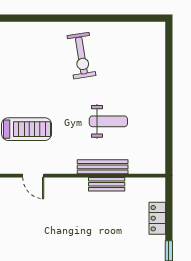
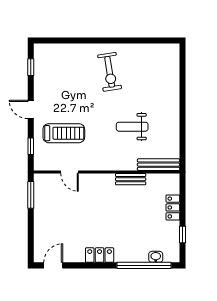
weight bench: (108, 121) -> (132, 127), turned 180
bench: (103, 167) -> (159, 165), moved

